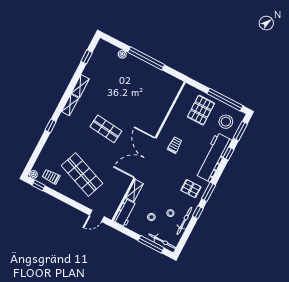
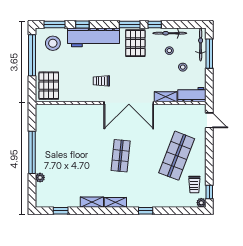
pallet: (201, 110) -> (49, 86), moved, turned 90
pallet: (191, 189) -> (135, 43), width x1.50, depth x1.42

